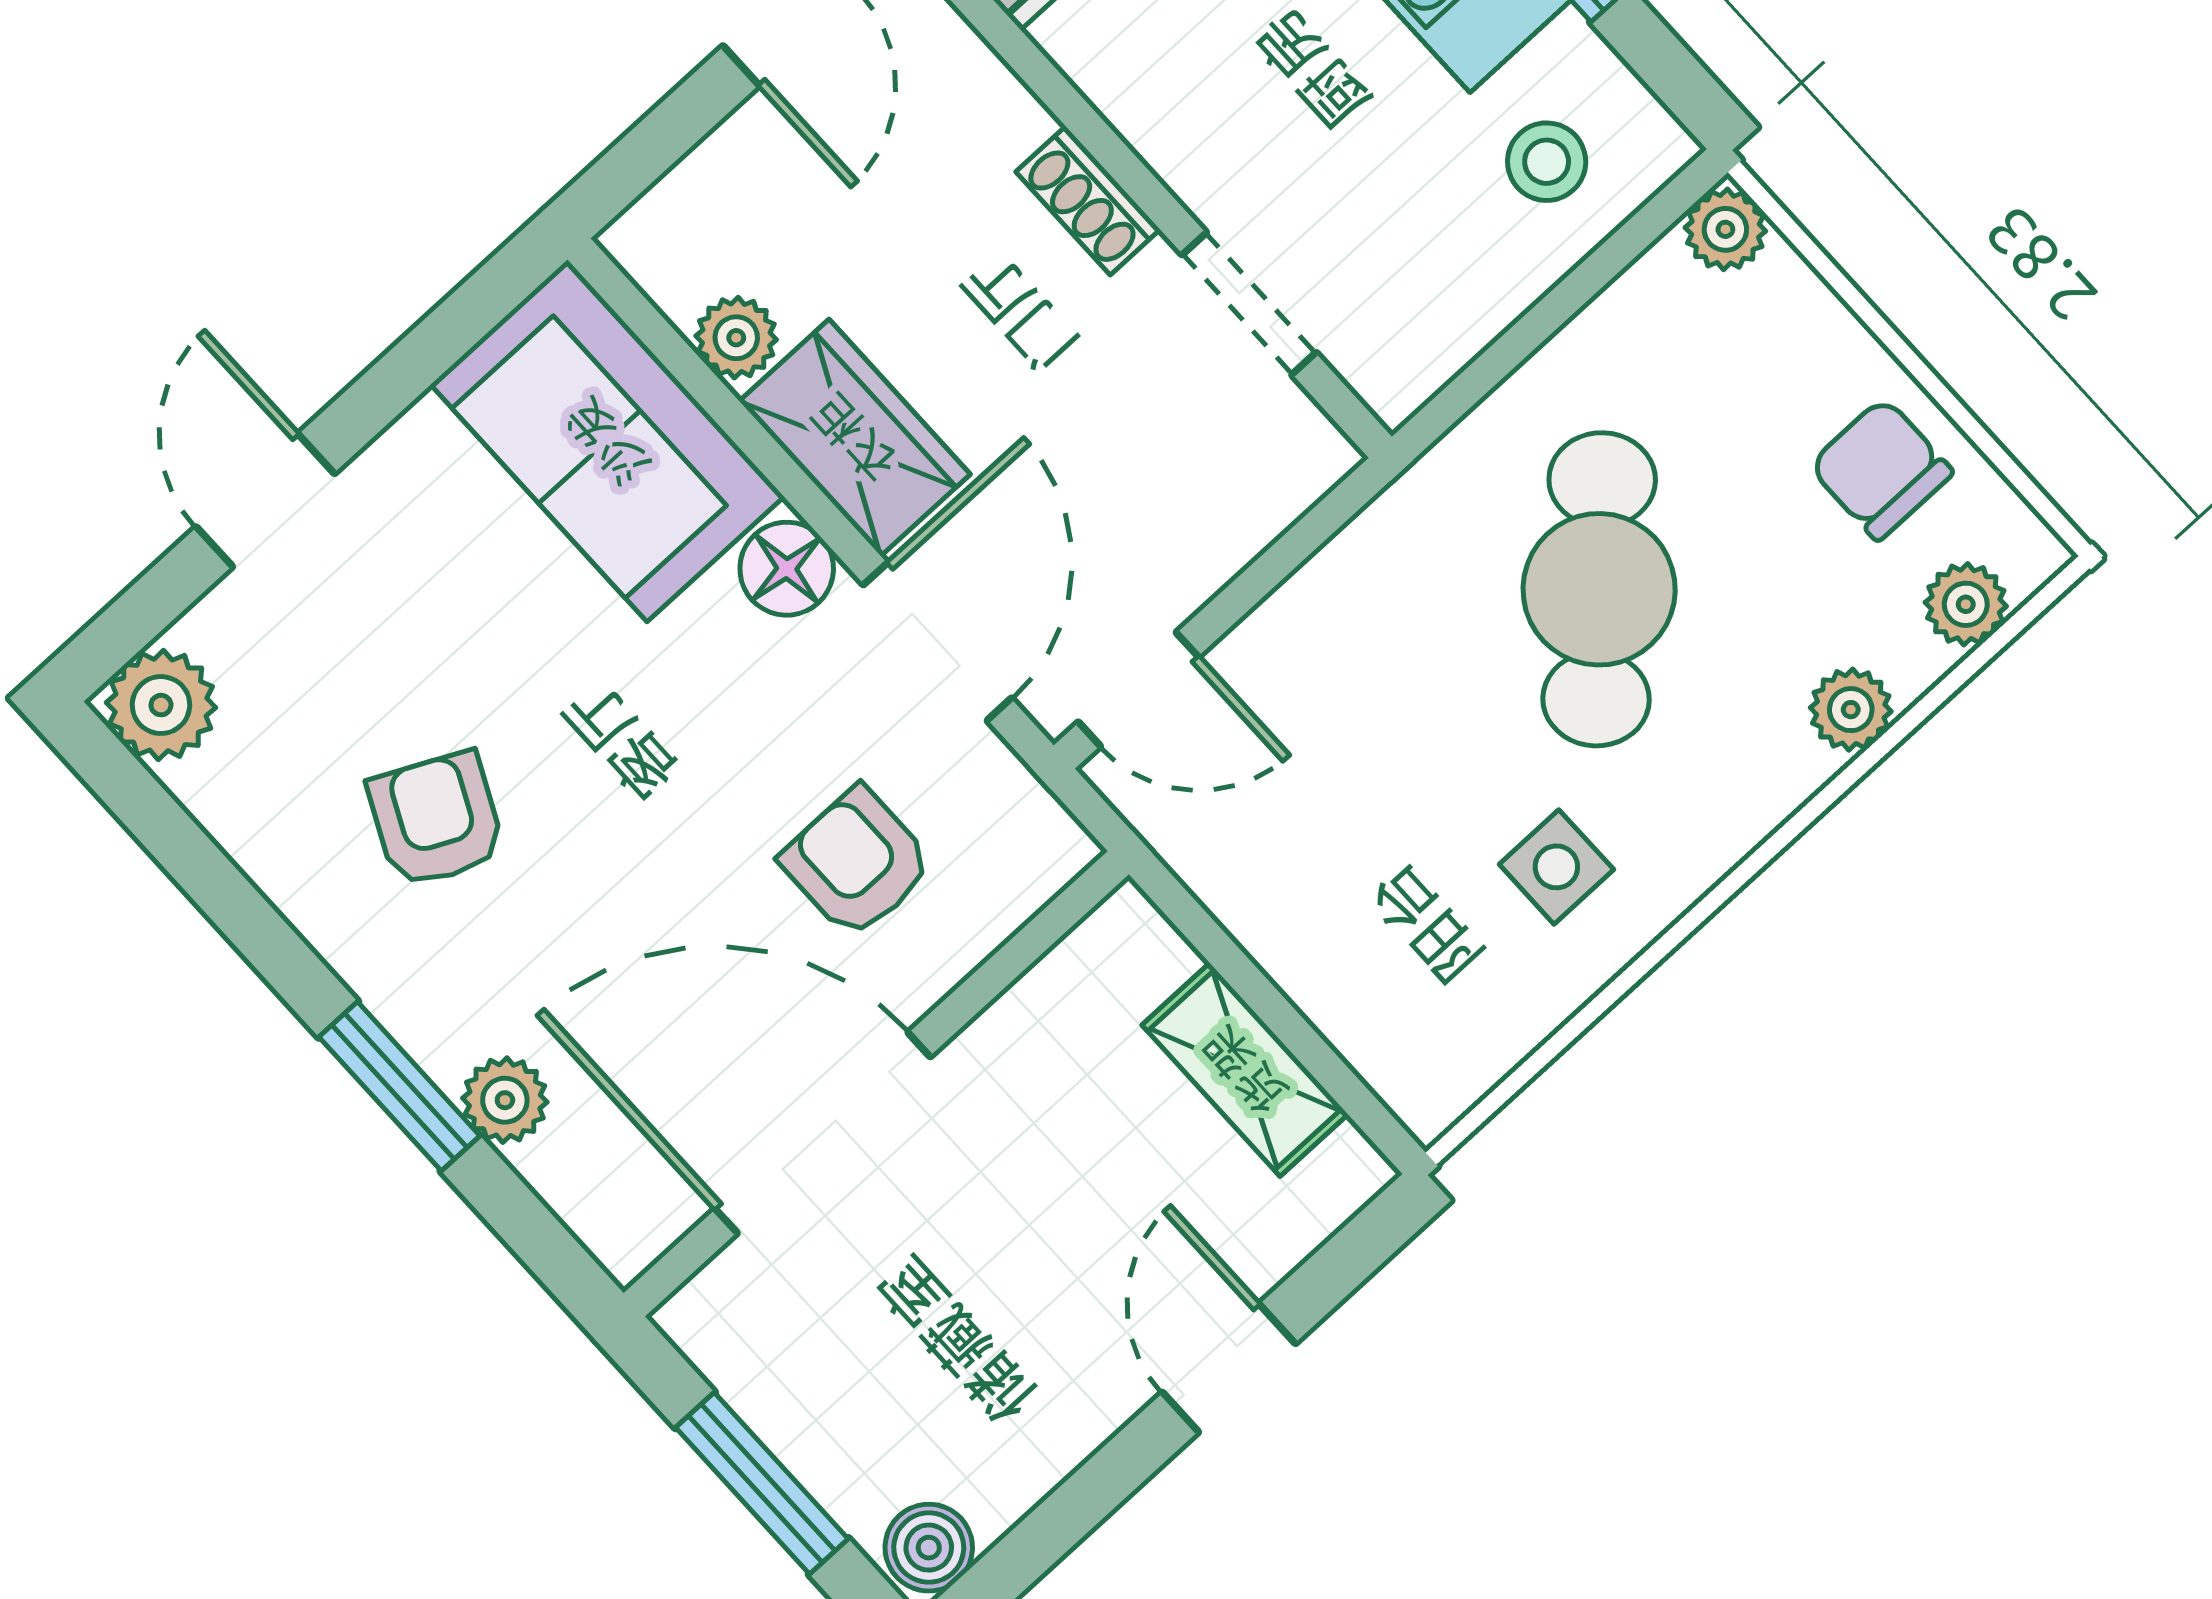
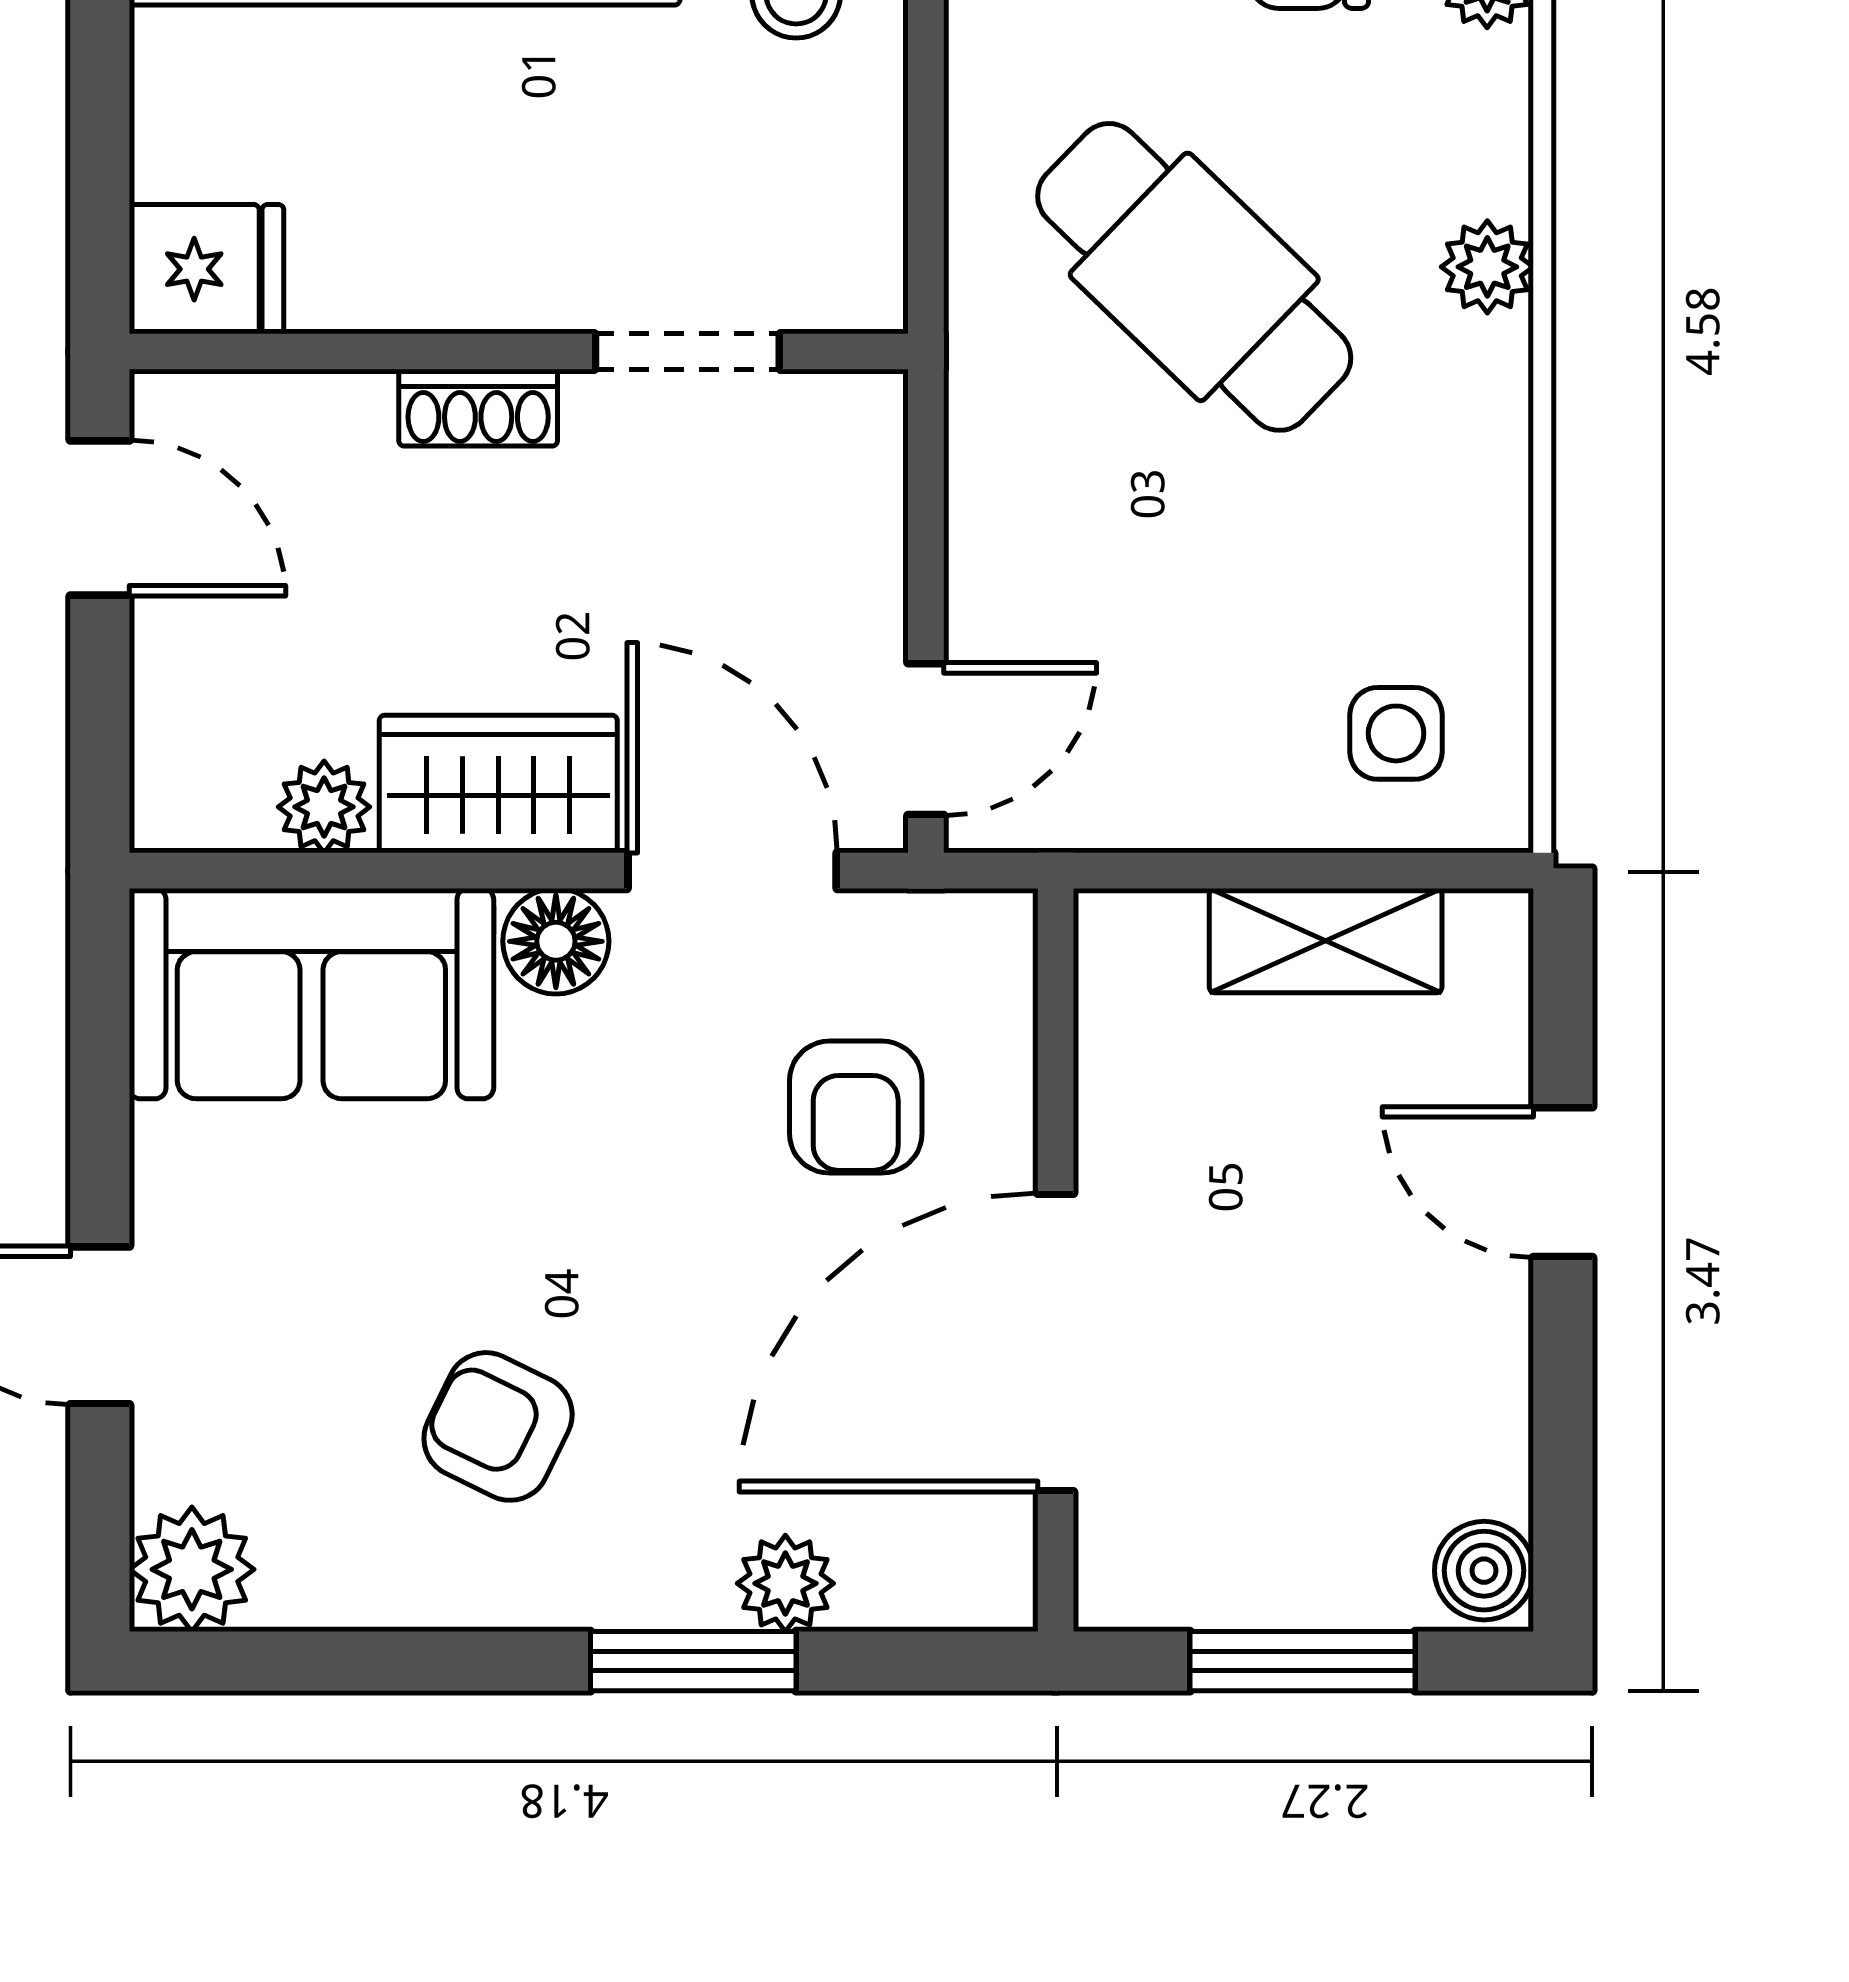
plant: (1851, 710) -> (1487, 267), moved
armchair: (857, 863) -> (856, 1107), turned -90
side table: (1556, 867) -> (1396, 733), moved

